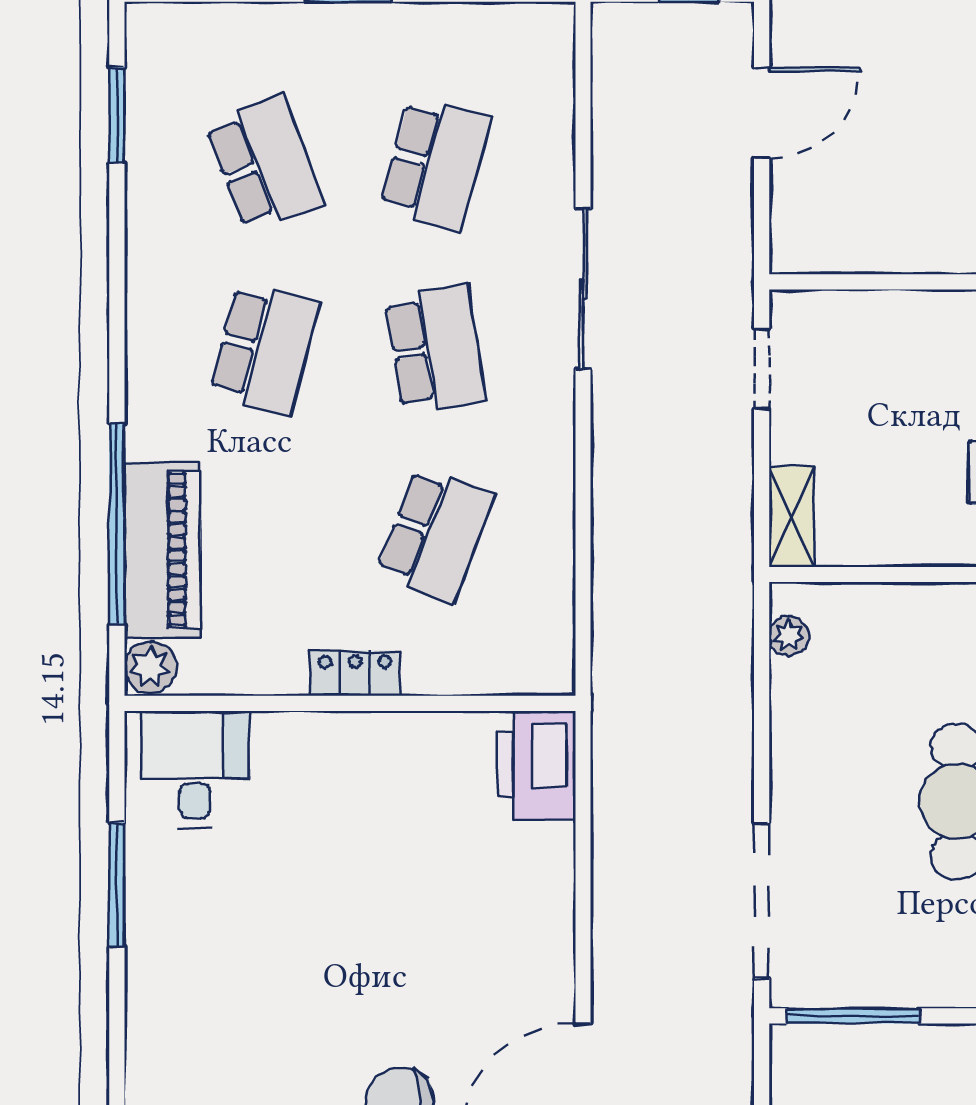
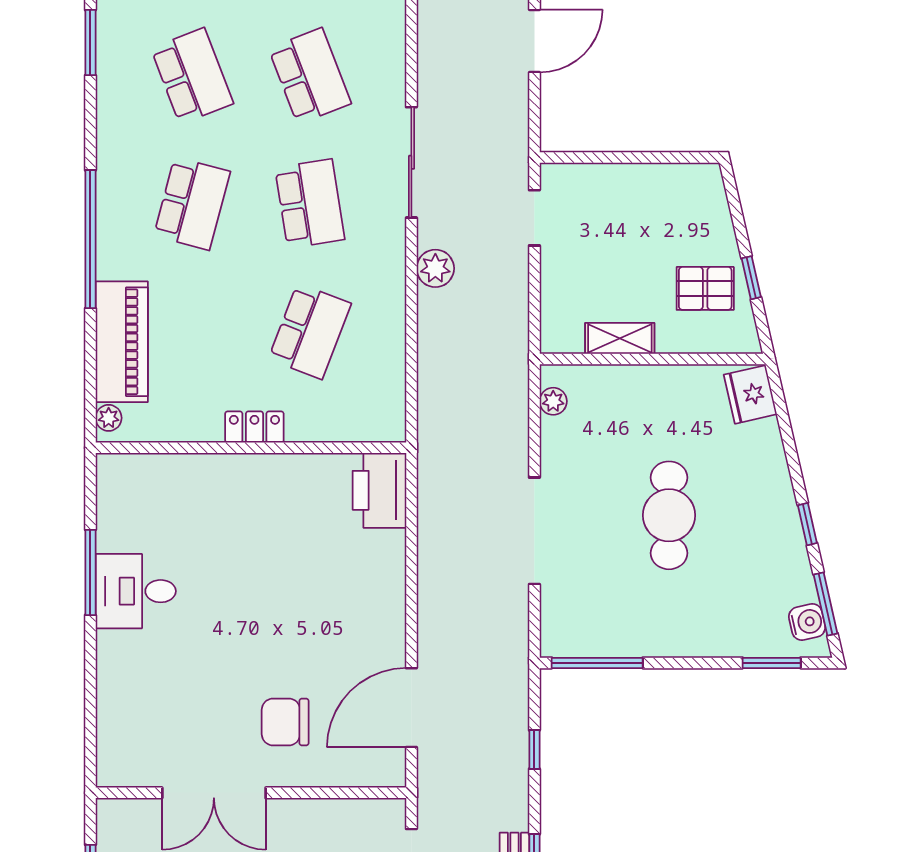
school desk: (435, 163) -> (310, 76), turned -36
plant: (618, 443) -> (435, 268), added
shelving: (792, 517) -> (620, 338), moved, turned 90
window: (117, 524) -> (90, 239), moved
plant: (150, 667) -> (109, 418), width x0.73, depth x0.73
desk: (195, 769) -> (136, 591), moved, turned -90
doorway: (762, 901) -> (534, 531), moved

